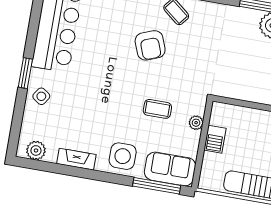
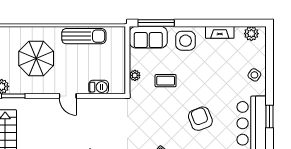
armchair: (150, 45) -> (200, 119), moved
window: (25, 73) -> (269, 116), moved
barbecue: (215, 139) -> (99, 87), moved, turned 90

